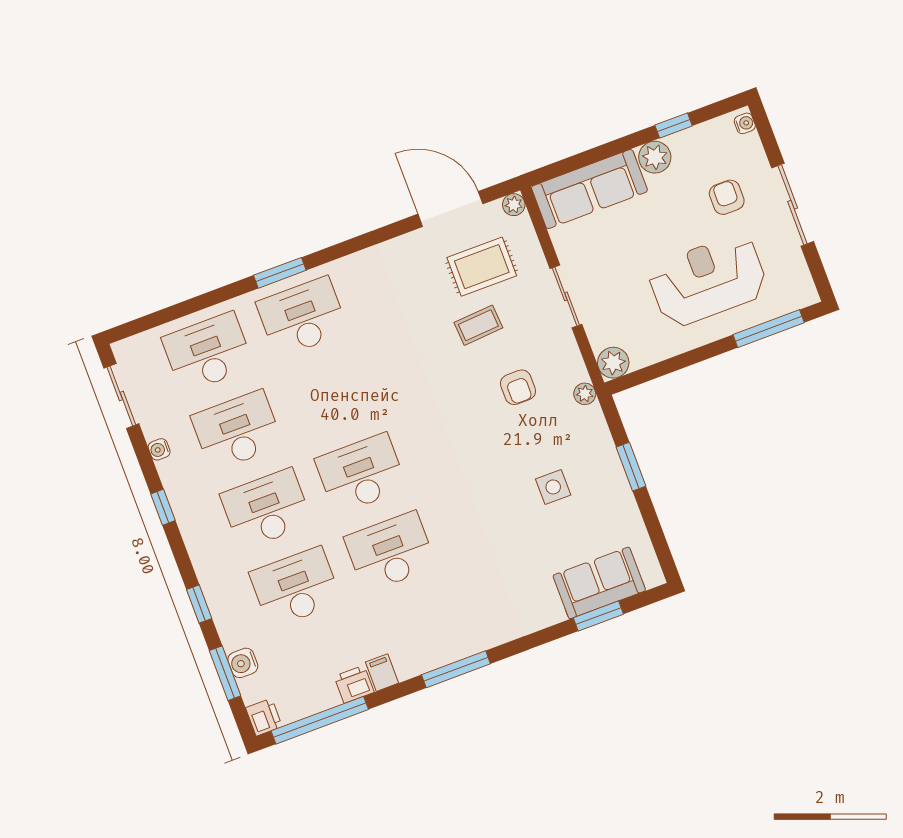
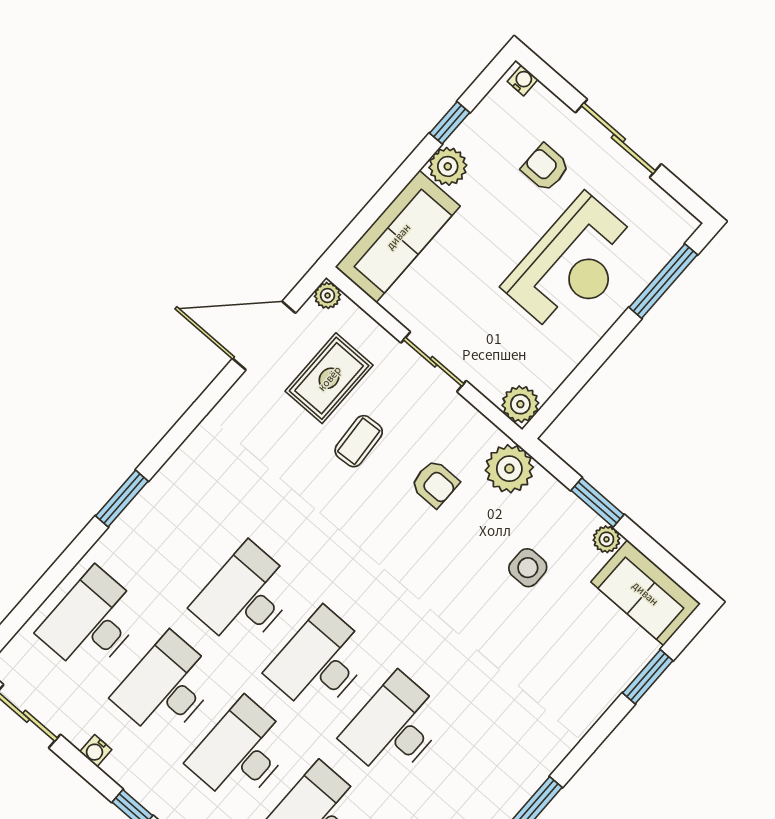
reception desk: (708, 280) -> (573, 265), turned 180
desk: (302, 317) -> (245, 597), moved
plant: (585, 394) -> (509, 469), width x1.88, depth x1.88
plant: (623, 497) -> (606, 539), added
sofa: (599, 583) -> (646, 593), moved, turned -90

